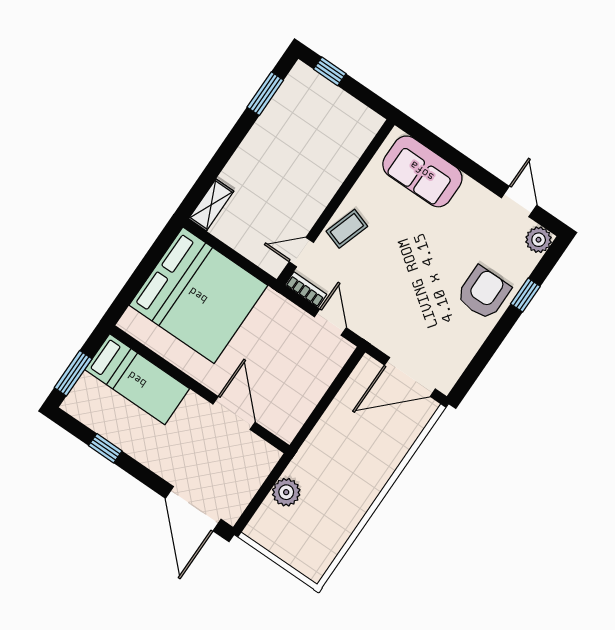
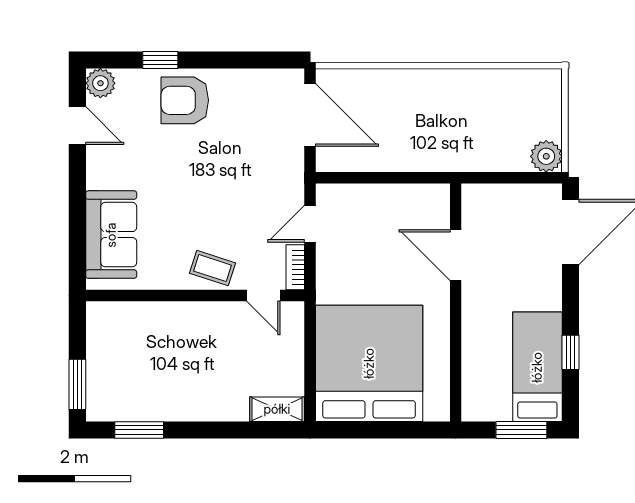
window: (330, 71) -> (77, 384), width x1.50
door: (519, 201) -> (77, 126), swing flipped
bed: (137, 379) -> (537, 367), moved
door: (234, 413) -> (456, 255), hinge flipped
plant: (286, 492) -> (546, 156), moved

